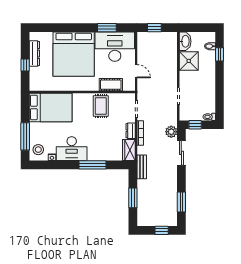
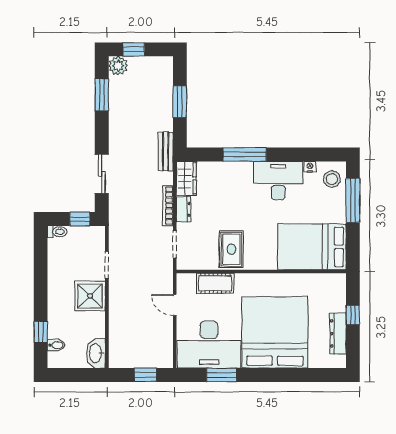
shower: (189, 61) -> (90, 296), moved
plant: (171, 132) -> (118, 66), moved

